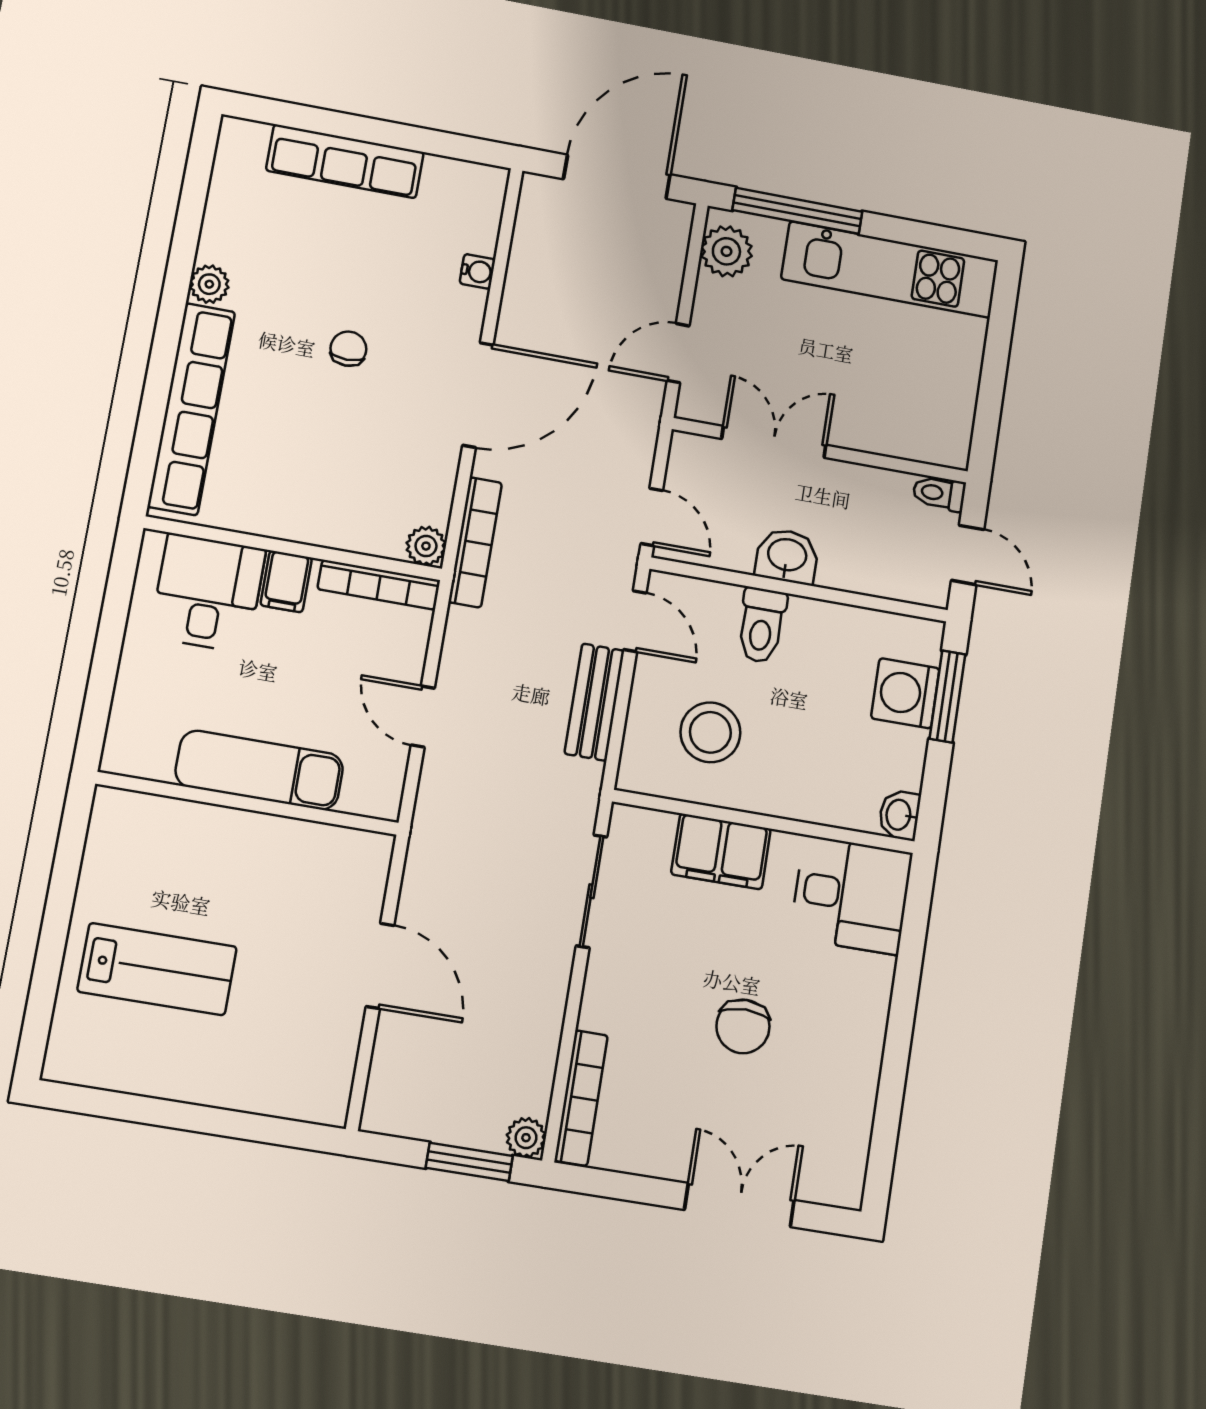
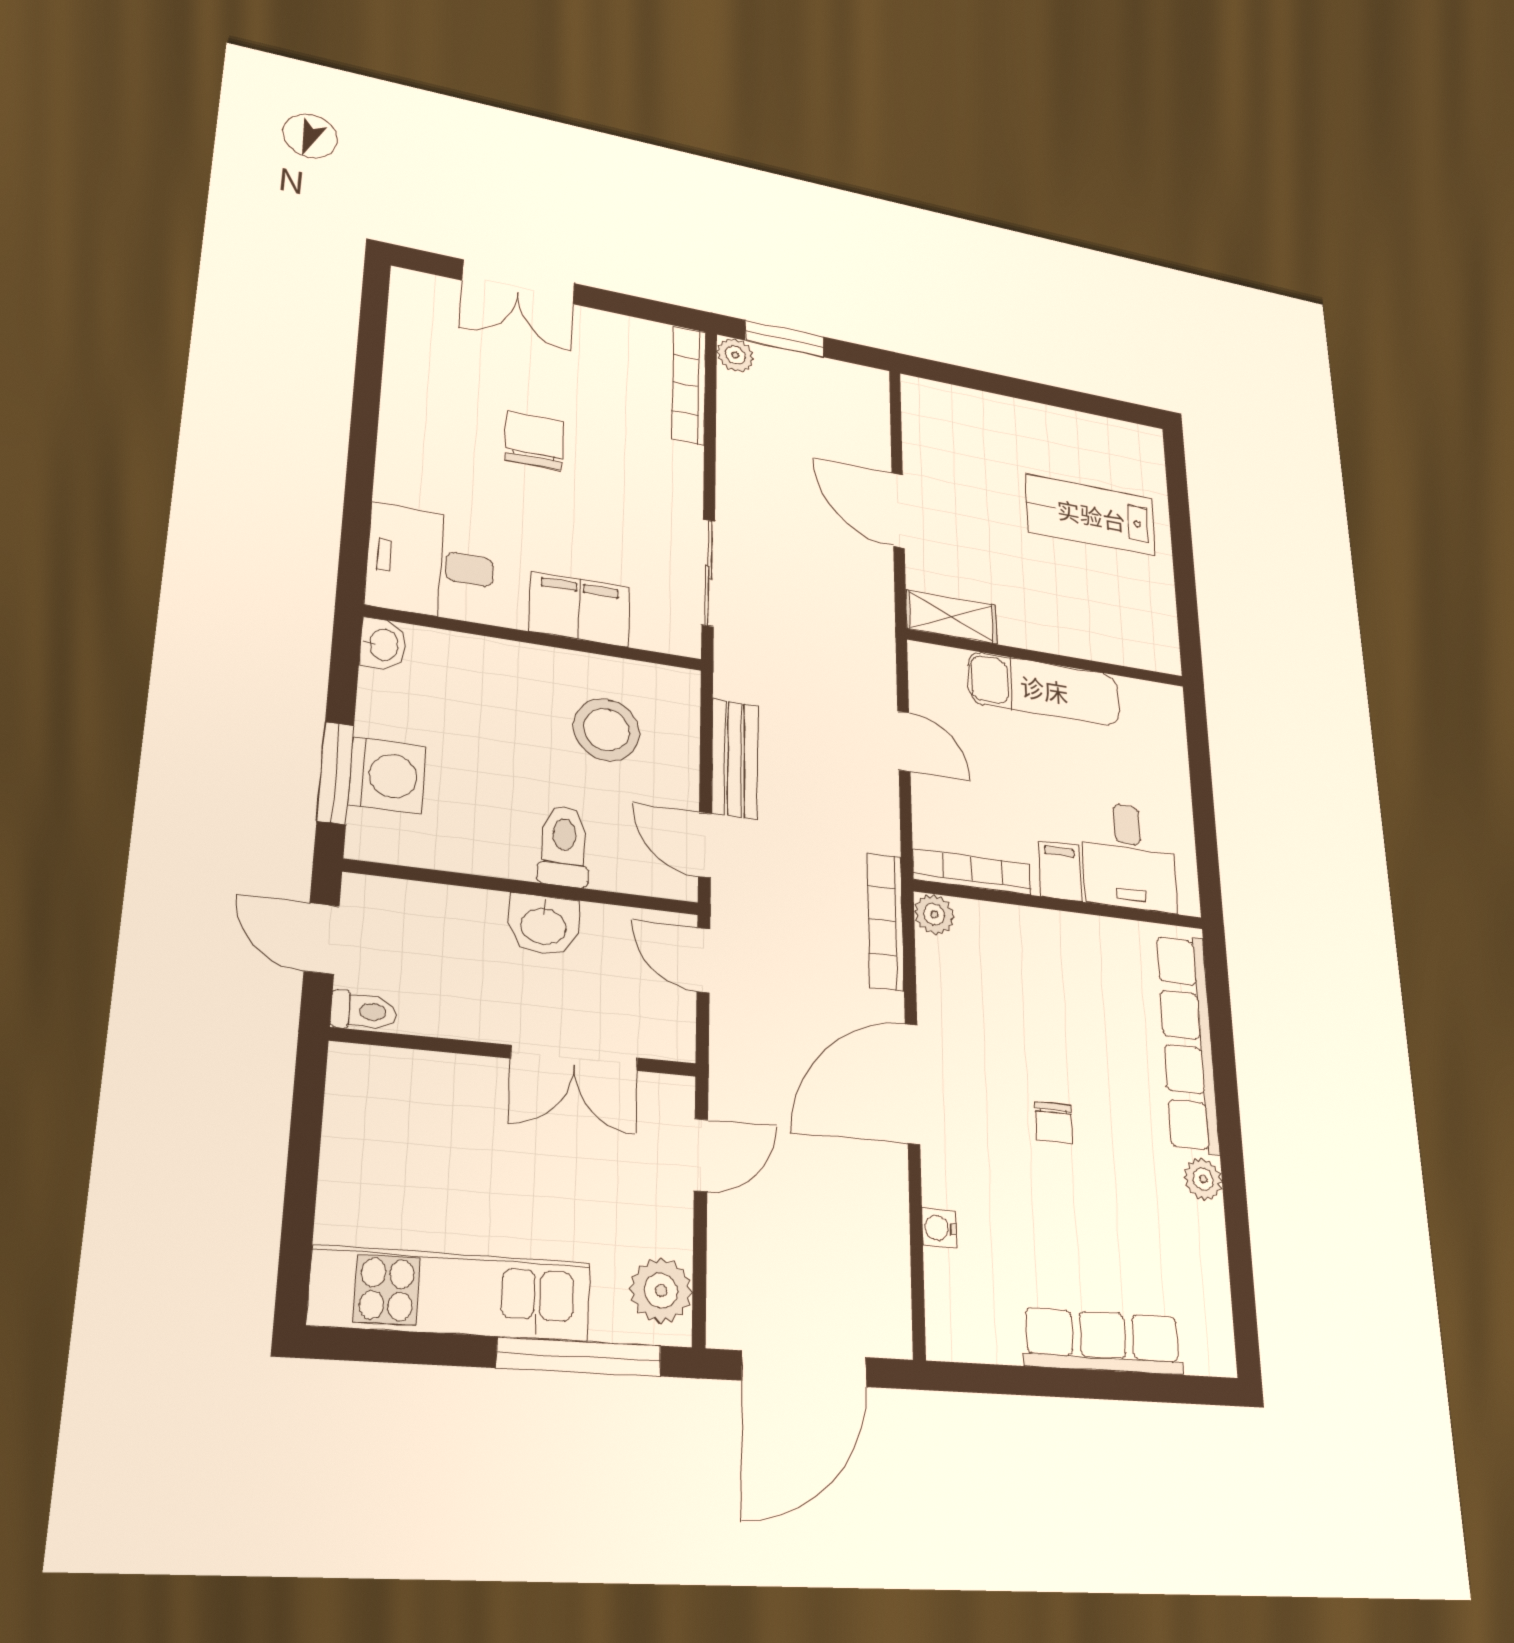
shelving: (345, 848) -> (951, 617), added

